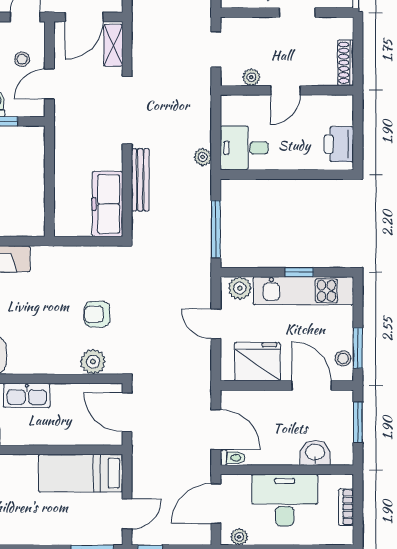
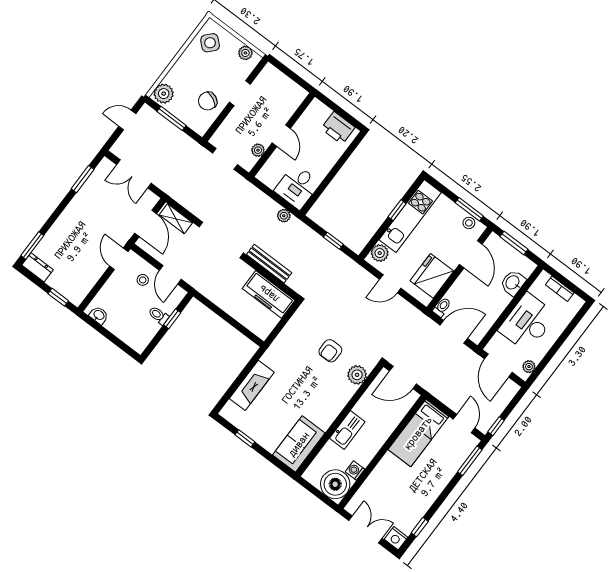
shoe rack: (346, 63) -> (292, 87), removed
window: (216, 229) -> (333, 241), width x0.46
door: (312, 385) -> (471, 254), swing flipped
toilet: (232, 458) -> (442, 307), moved

